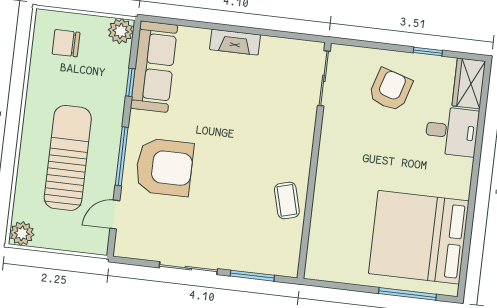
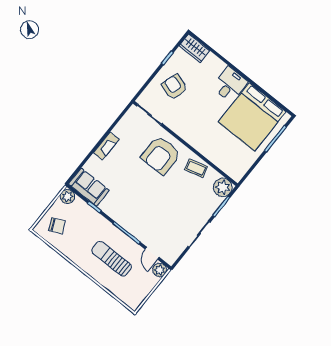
chair: (66, 43) -> (57, 226), turned -115
sofa: (154, 67) -> (89, 187), width x0.74
desk: (452, 131) -> (230, 85), moved
sun lounger: (68, 158) -> (112, 259), width x0.73, depth x0.75
armchair: (164, 167) -> (161, 155), moved, turned 180
plant: (22, 233) -> (160, 270), moved
plant: (283, 260) -> (223, 187), added

